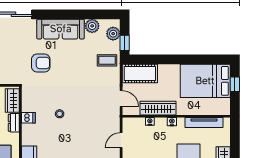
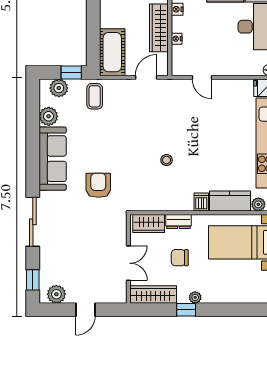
dishwasher: (28, 118) -> (201, 202), moved

